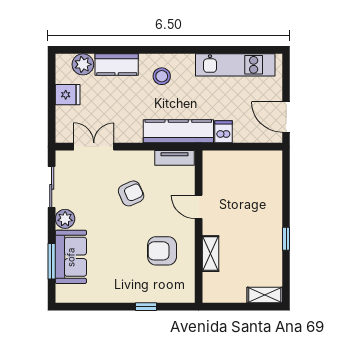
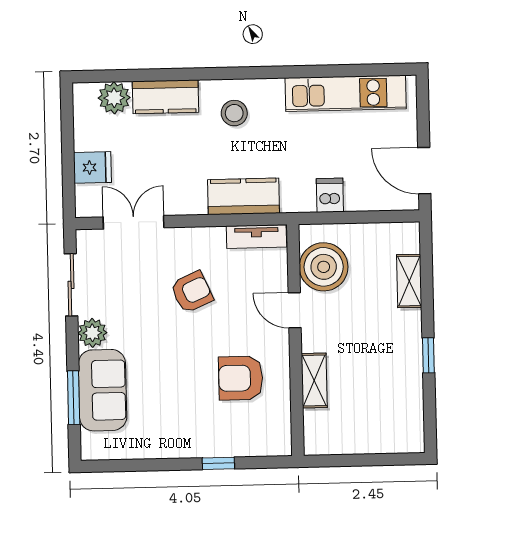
fridge: (68, 95) -> (93, 167), moved
kitchen counter: (178, 131) -> (244, 196), width x0.67
boiler: (218, 179) -> (324, 267), added
shelving: (265, 295) -> (409, 281), moved, turned 90

